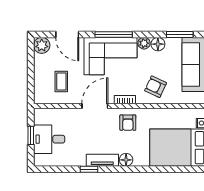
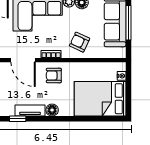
door: (95, 106) -> (23, 60), swing flipped
armchair: (128, 123) -> (54, 75), turned 90

